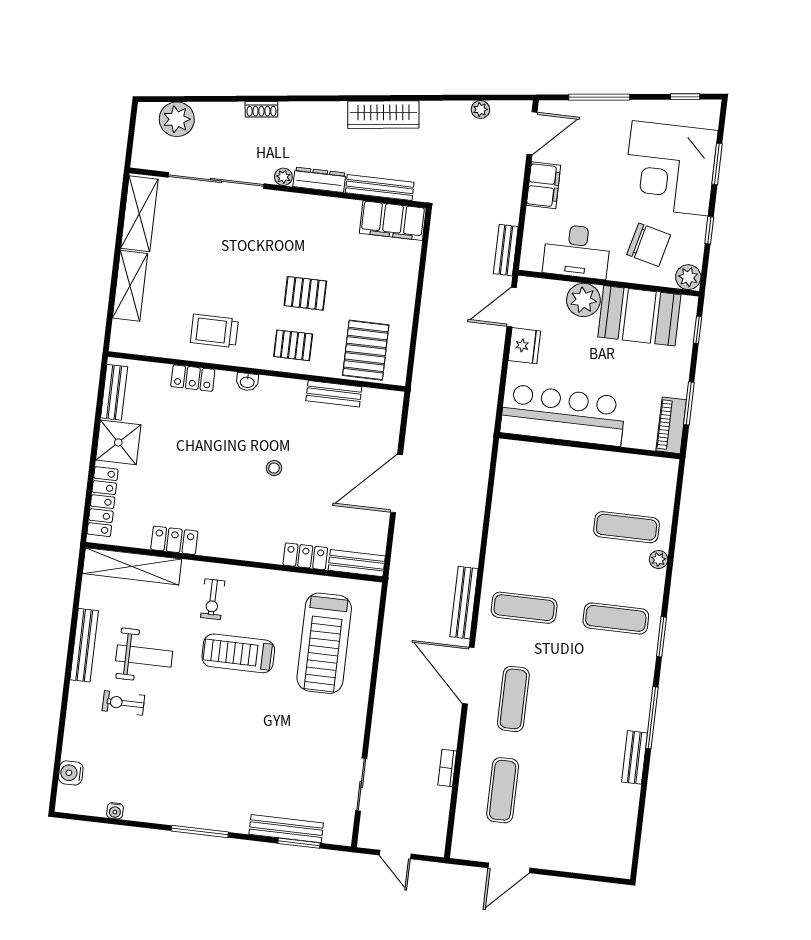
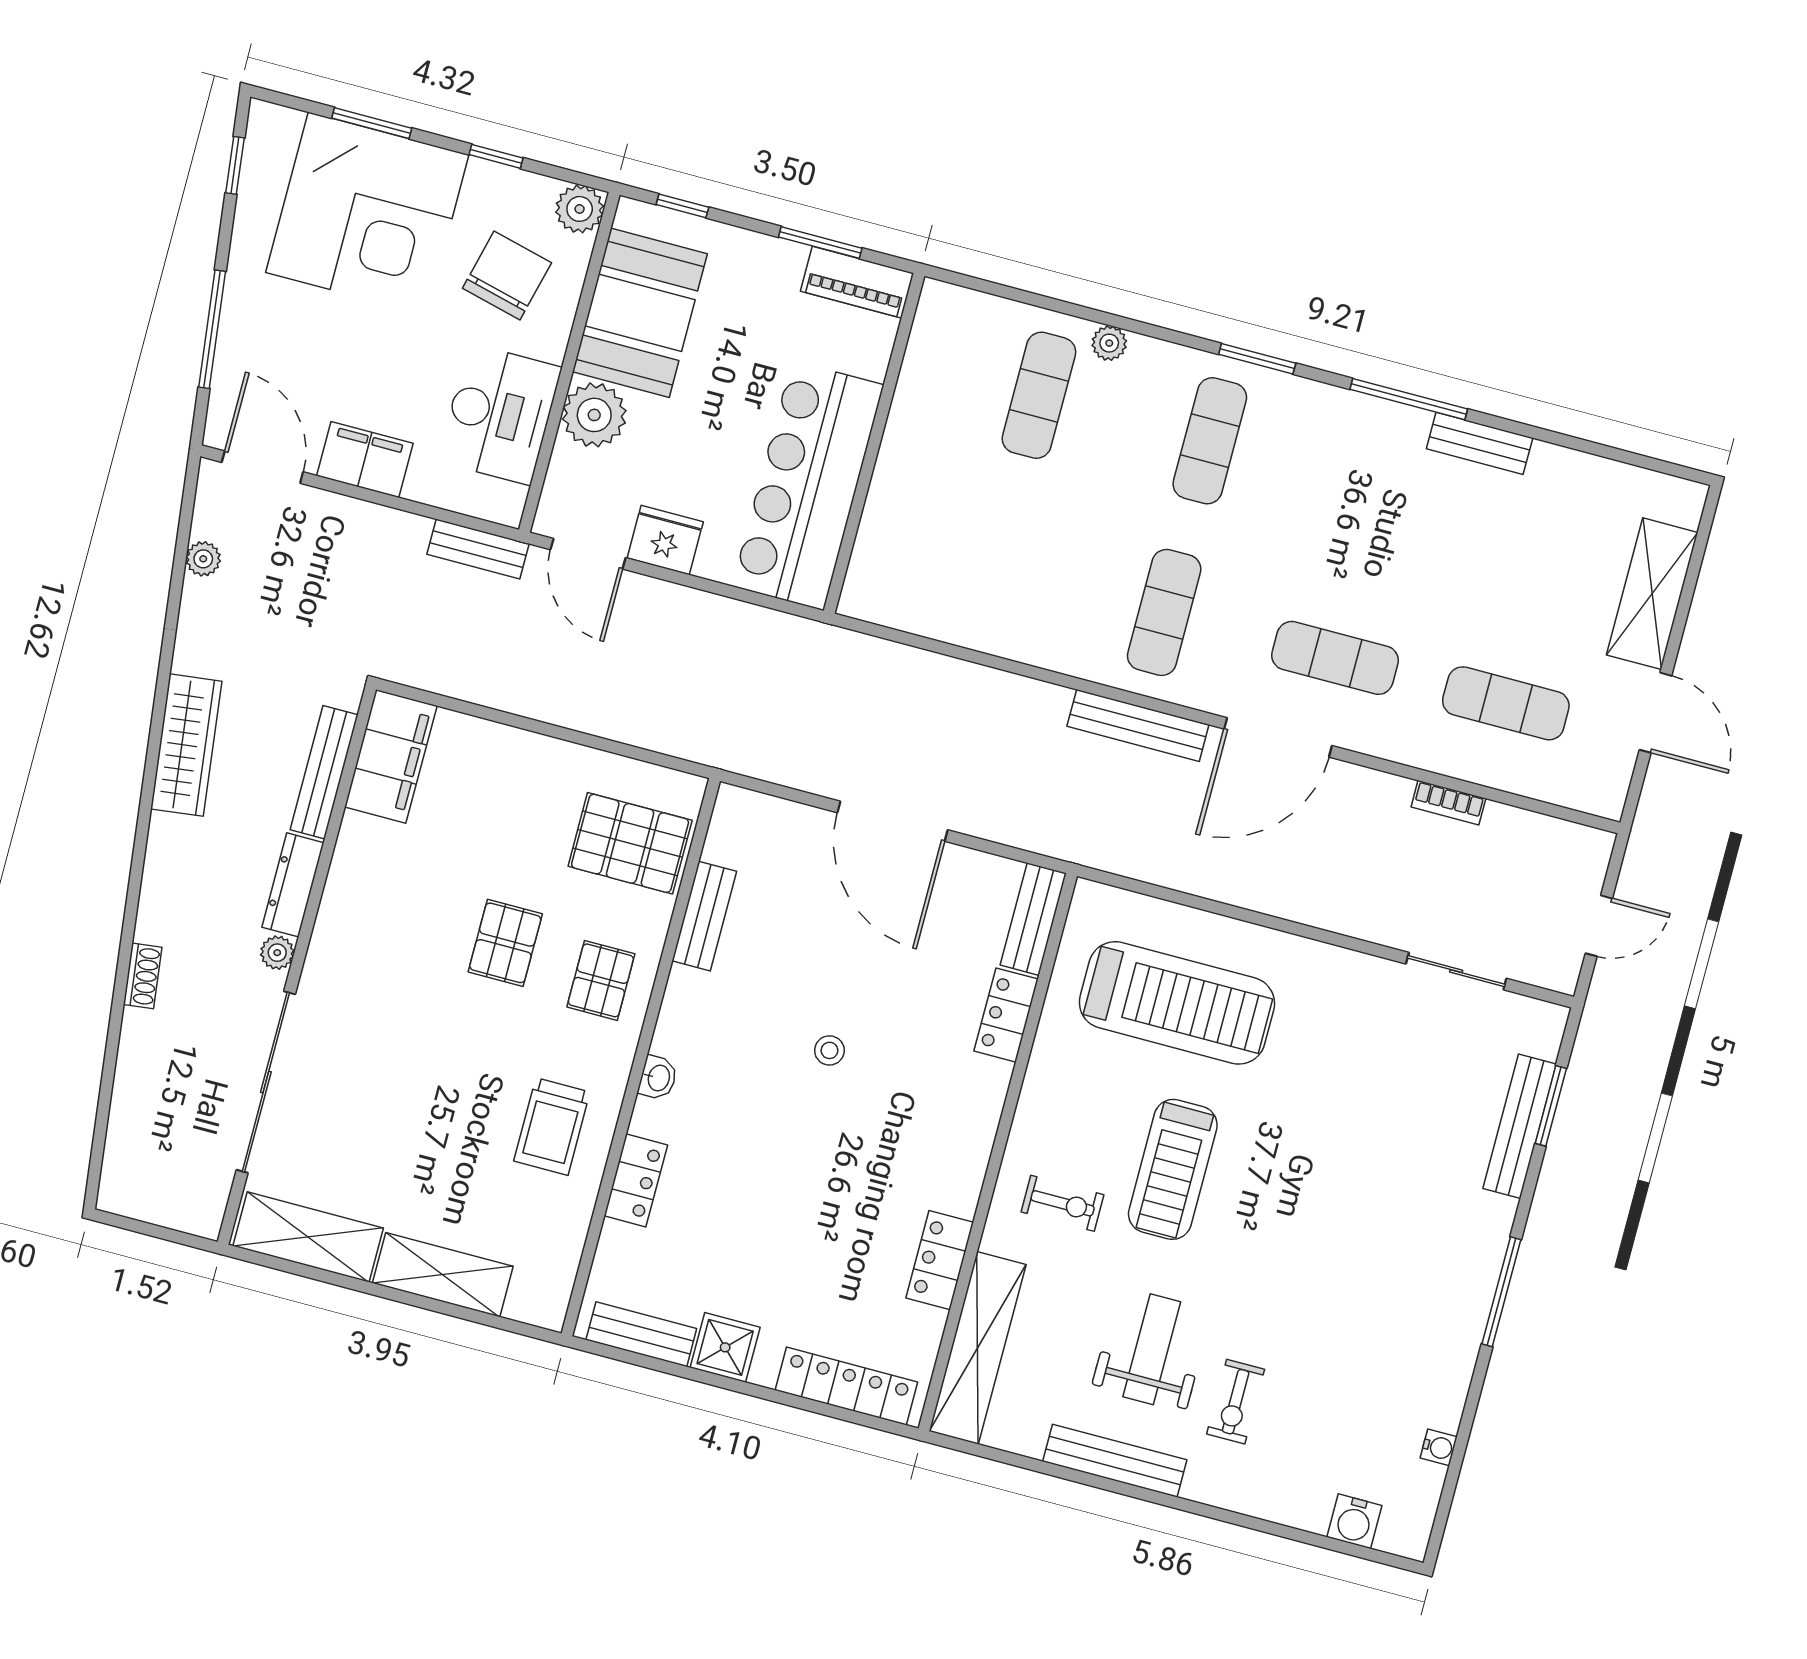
plant: (177, 119) -> (138, 1140), removed
shower: (118, 442) -> (725, 1347), width x0.73, depth x0.73
shelving: (570, 857) -> (1652, 594), added

